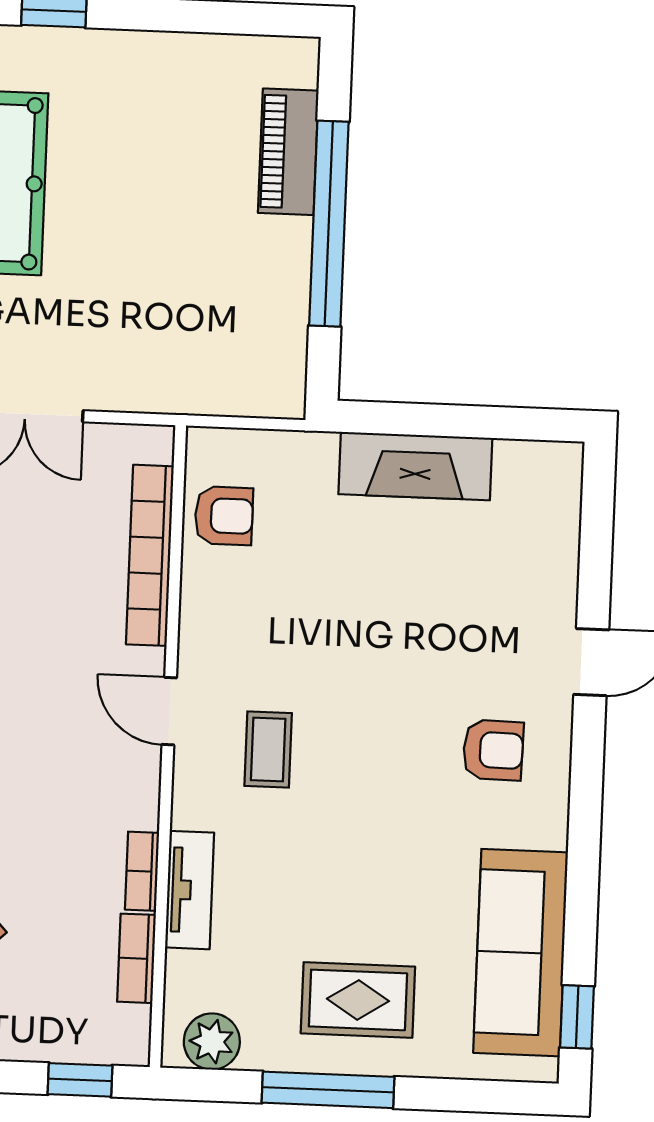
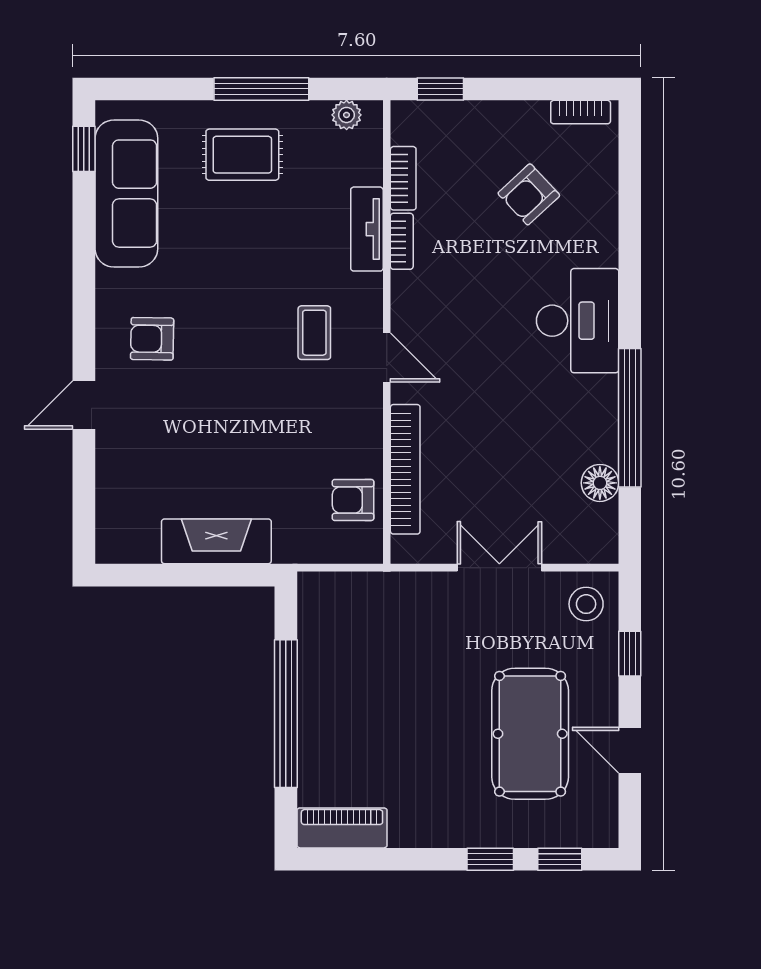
piano: (288, 152) -> (342, 828), moved, turned -90
plant: (212, 1042) -> (347, 115), width x0.73, depth x0.73

